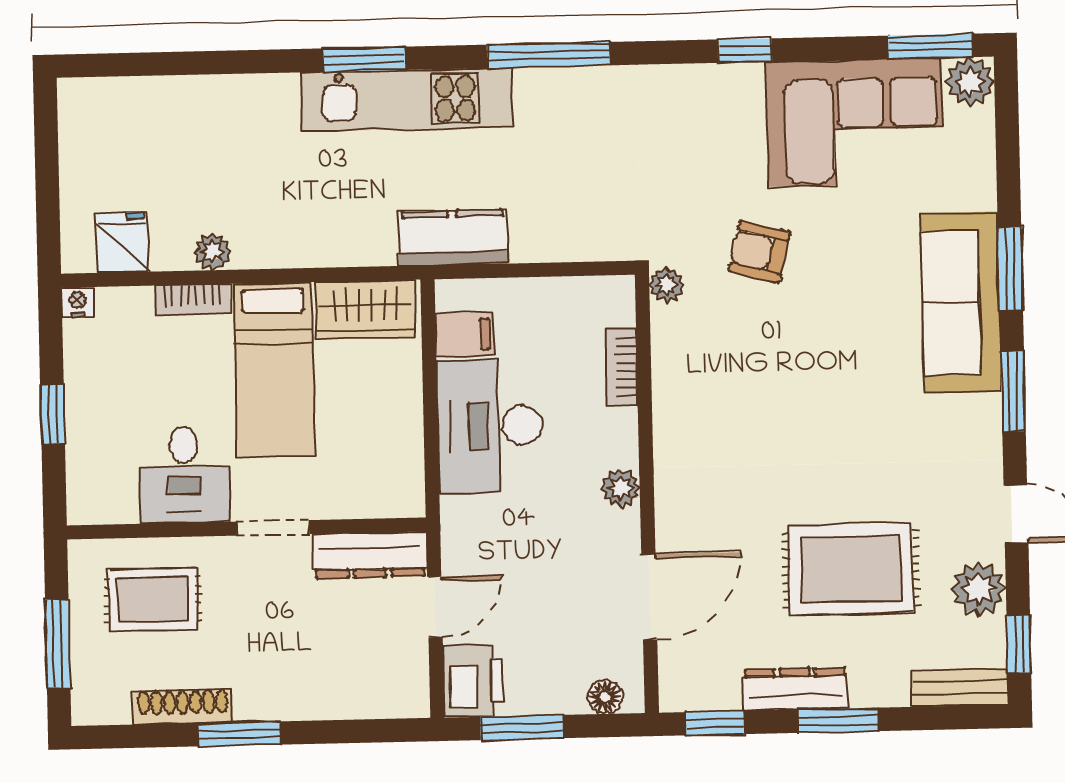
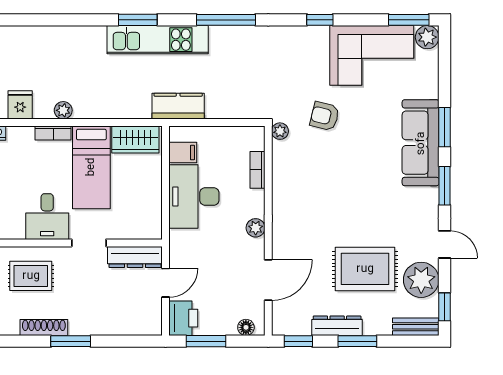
plant: (979, 589) -> (421, 280), width x1.36, depth x1.36

